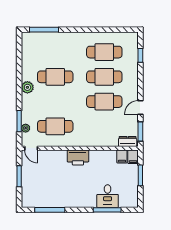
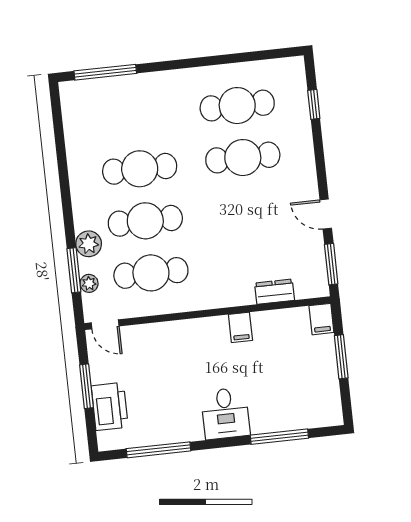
plant: (27, 87) -> (89, 244), moved
cafe table: (104, 102) -> (145, 221), moved
door: (140, 108) -> (326, 214), hinge flipped
dresser: (128, 141) -> (275, 292), moved
filing cabinet: (122, 156) -> (240, 327), moved
printer: (78, 157) -> (110, 406), moved, turned -90
desk: (108, 196) -> (225, 413), moved

